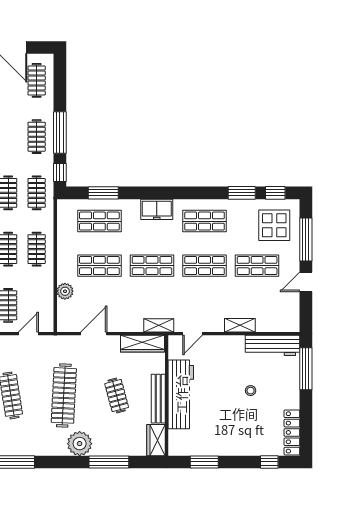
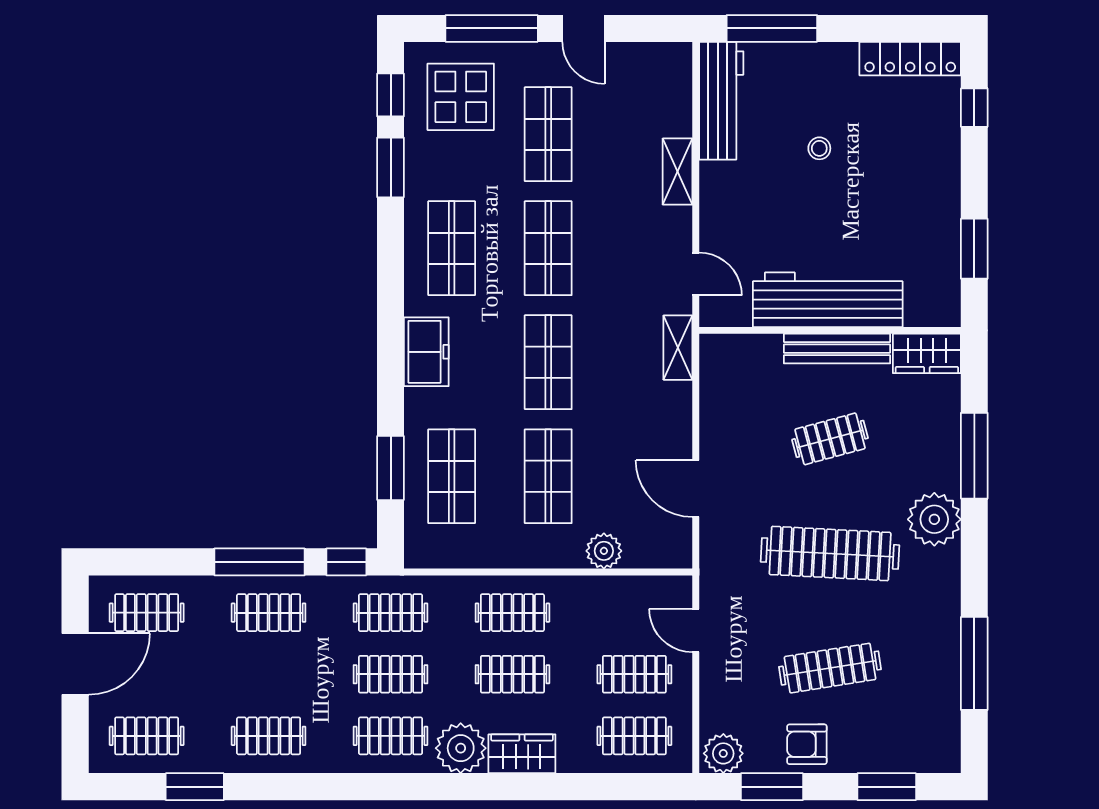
wardrobe: (142, 344) -> (718, 383), removed

